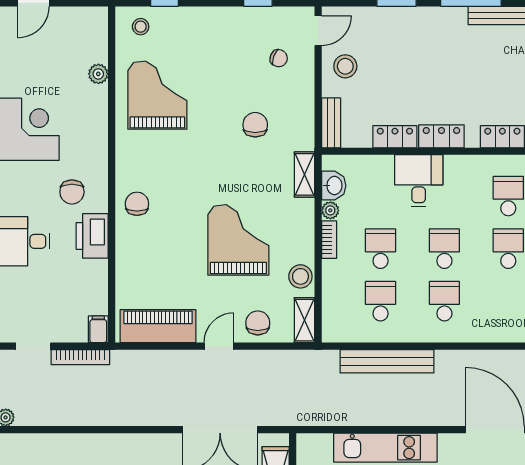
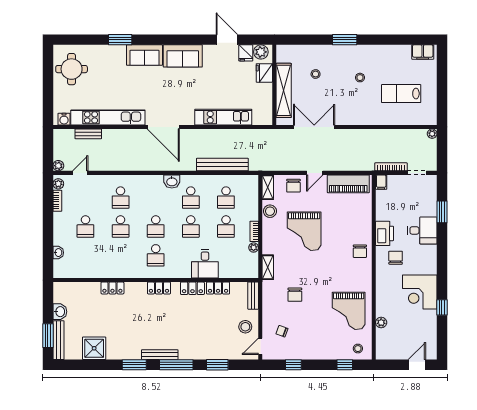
washbasin: (334, 186) -> (172, 181), moved, turned -90

